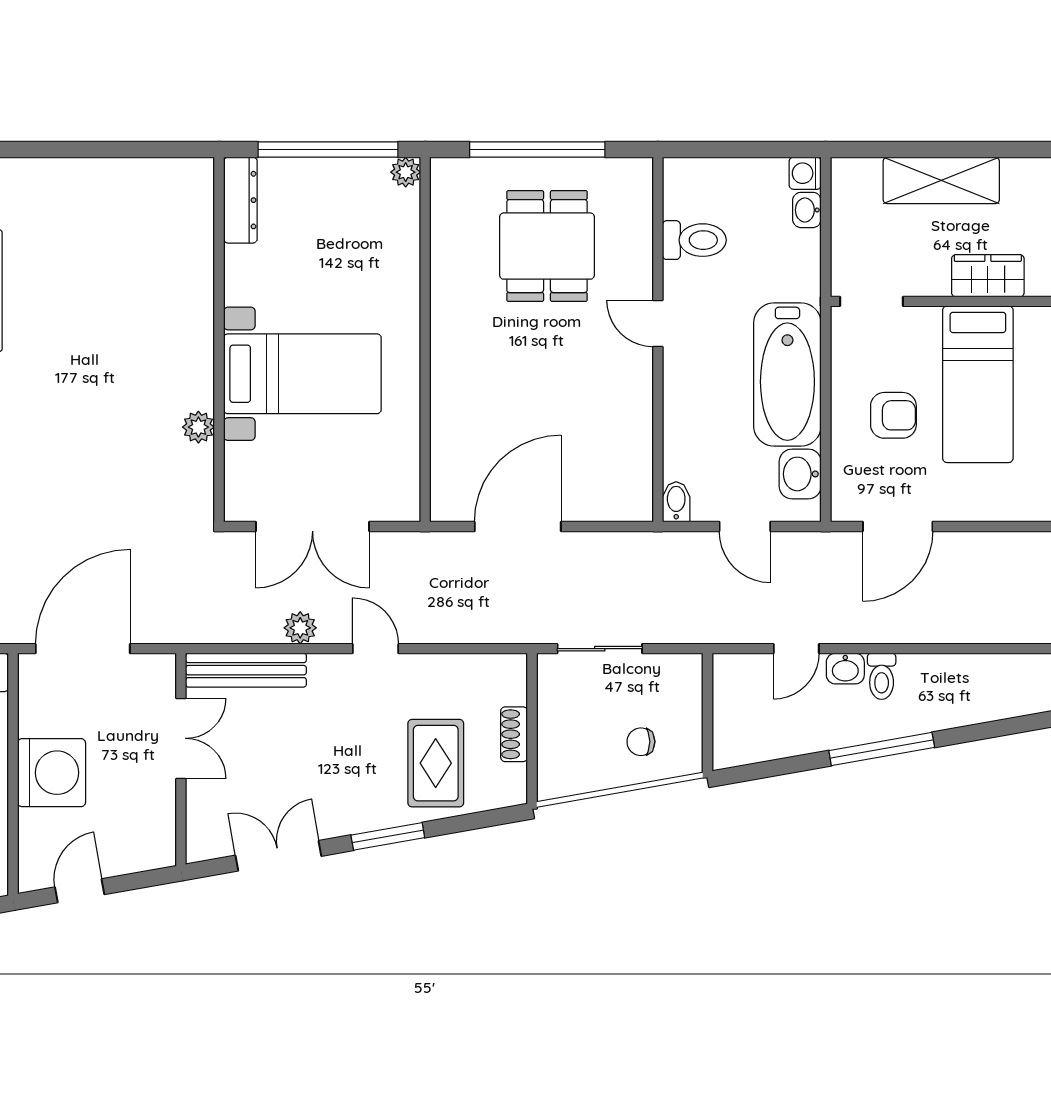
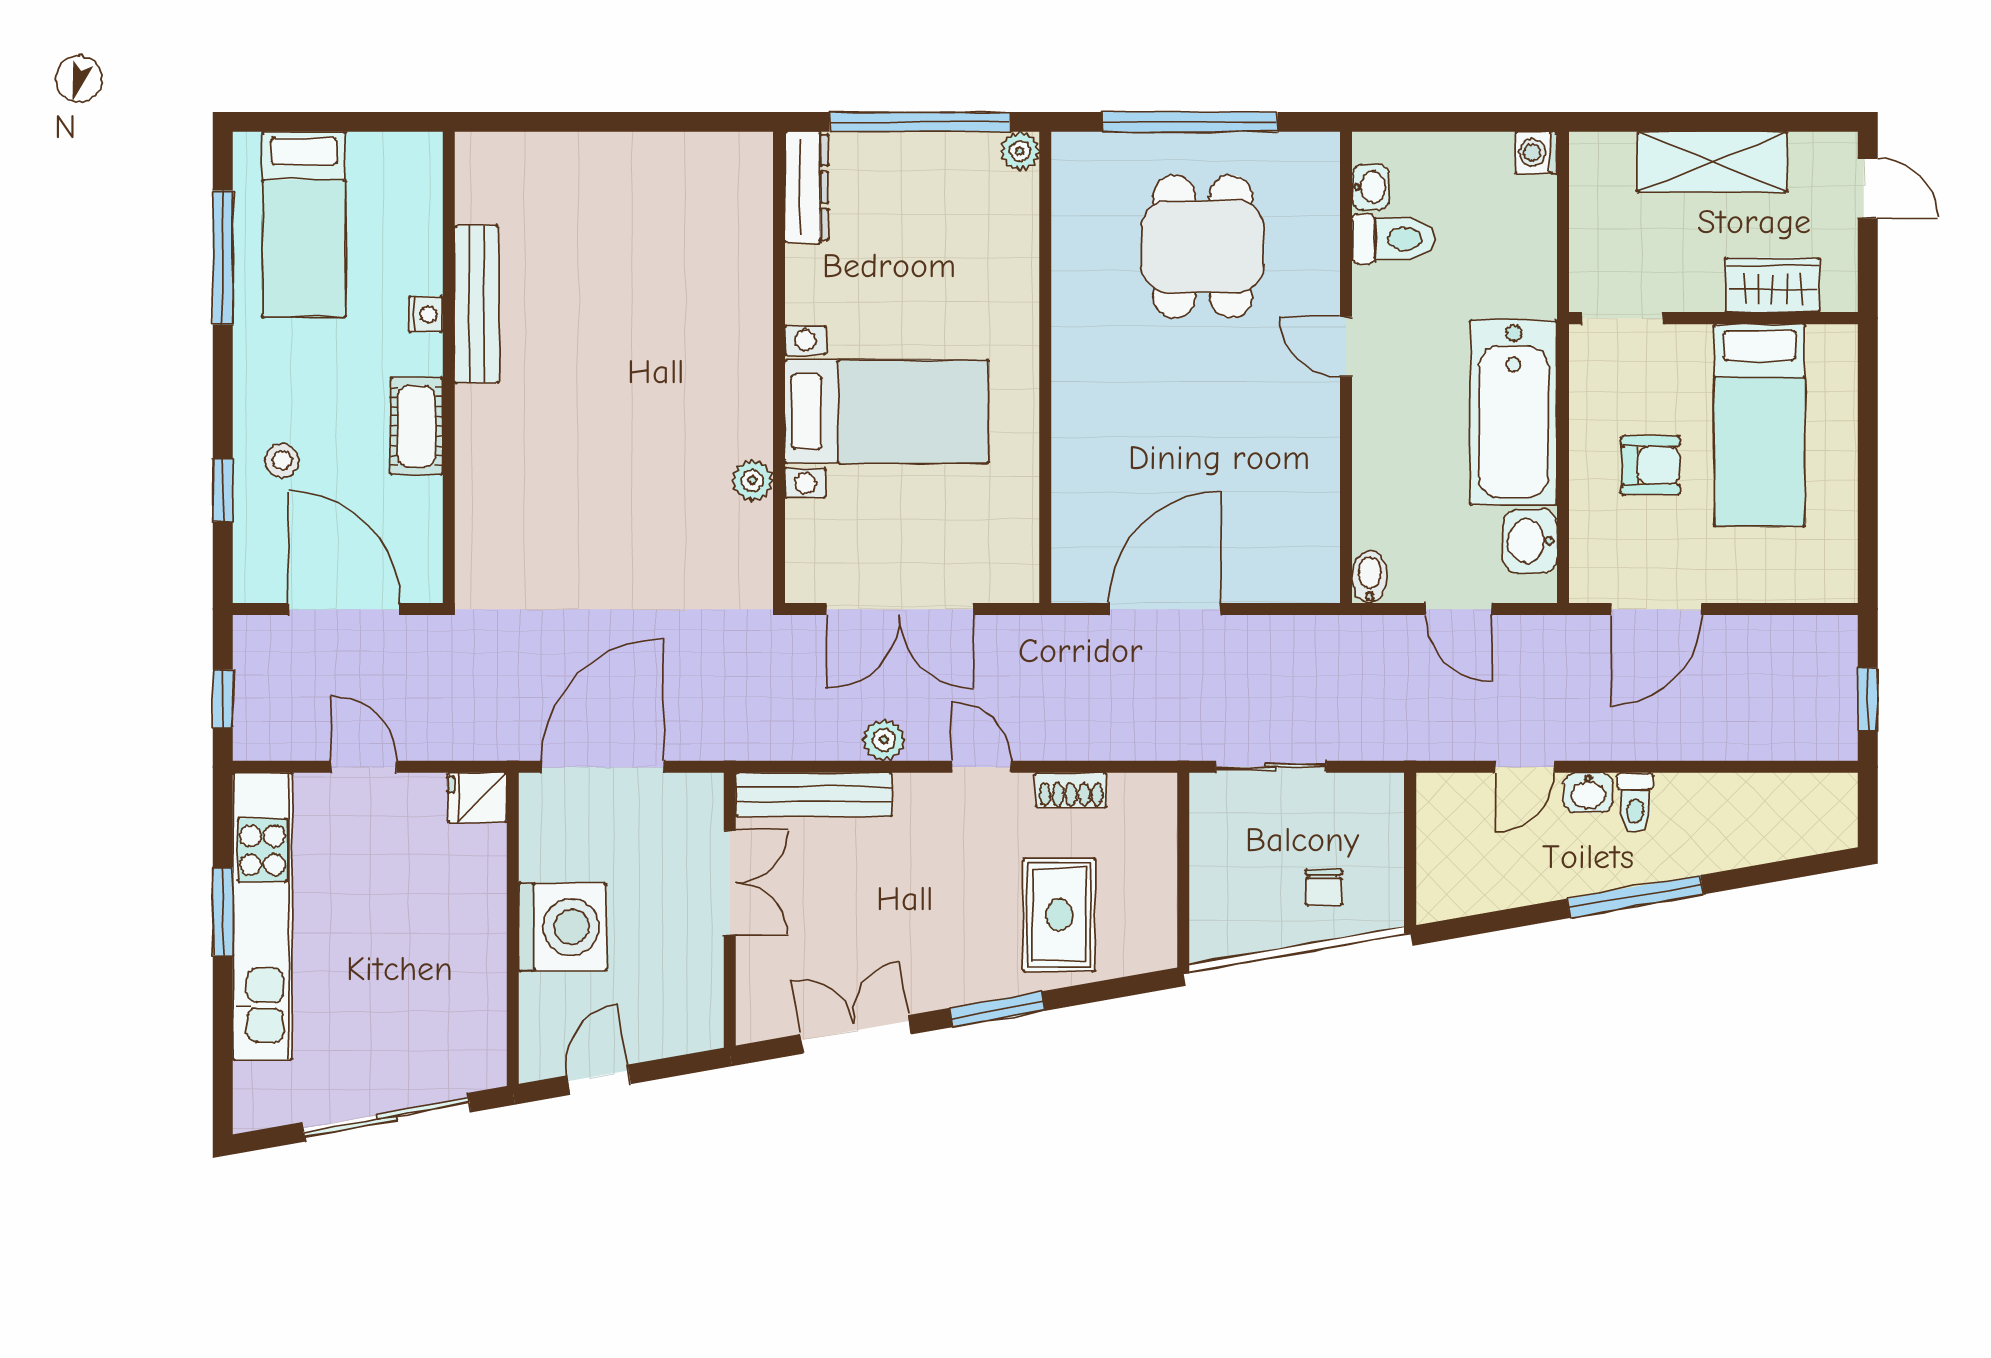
washbasin: (807, 210) -> (1370, 187), moved, turned 180
shoe rack: (514, 734) -> (1071, 790), moved, turned -90
chair: (641, 742) -> (1324, 887), turned -90

